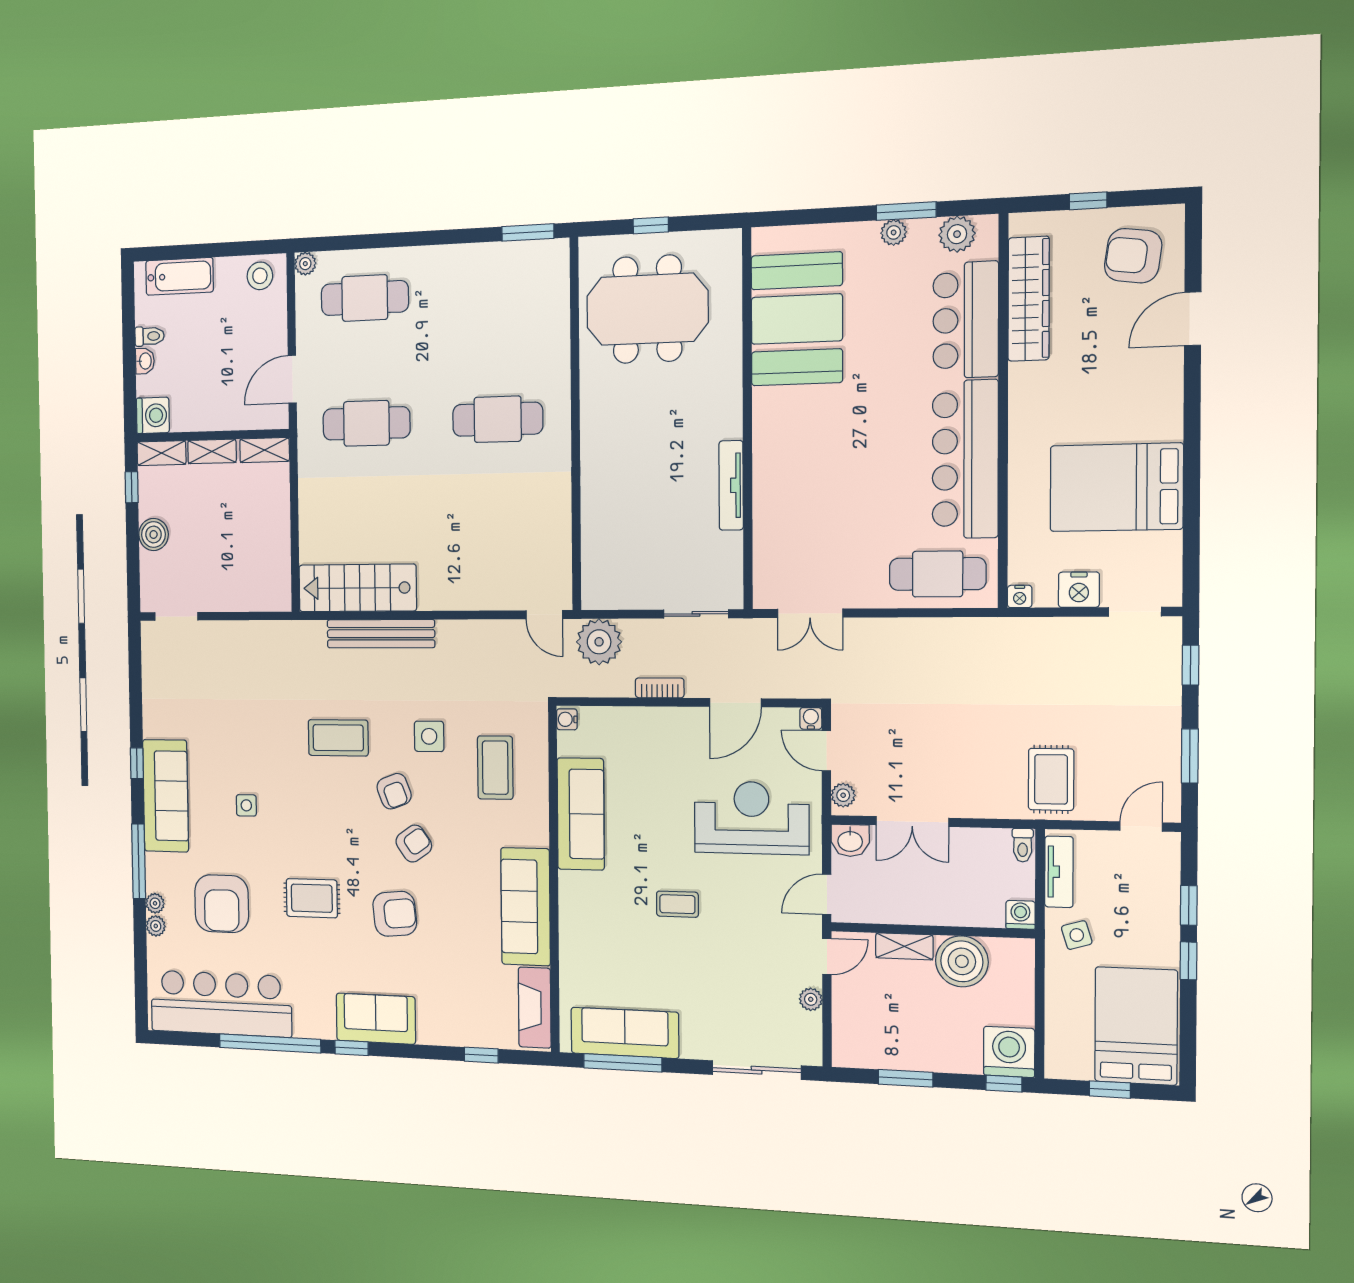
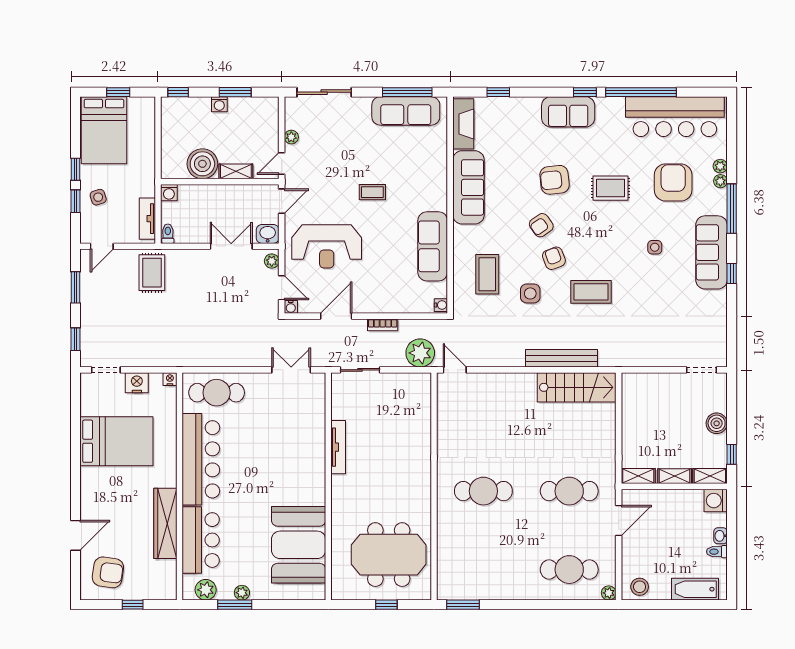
wardrobe: (1029, 299) -> (165, 523), moved
side table: (1077, 935) -> (98, 197), moved
washing machine: (1009, 1052) -> (219, 104), moved, width x0.53, depth x0.53

